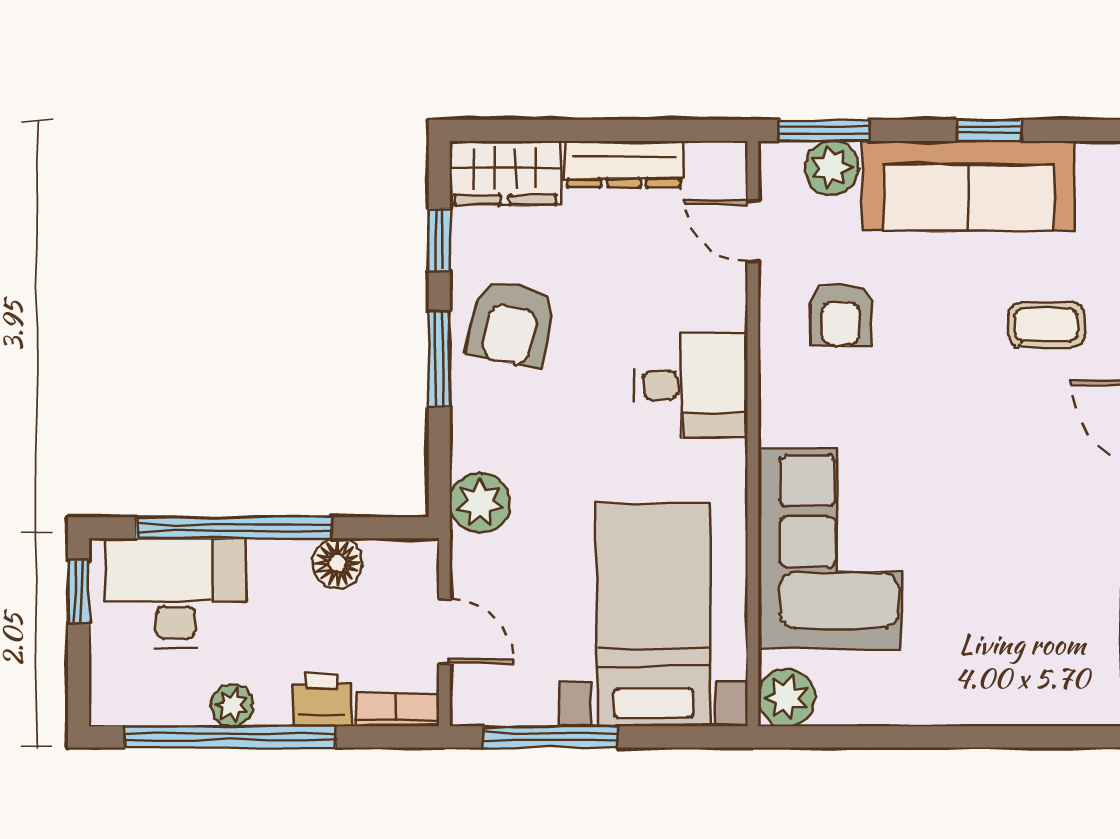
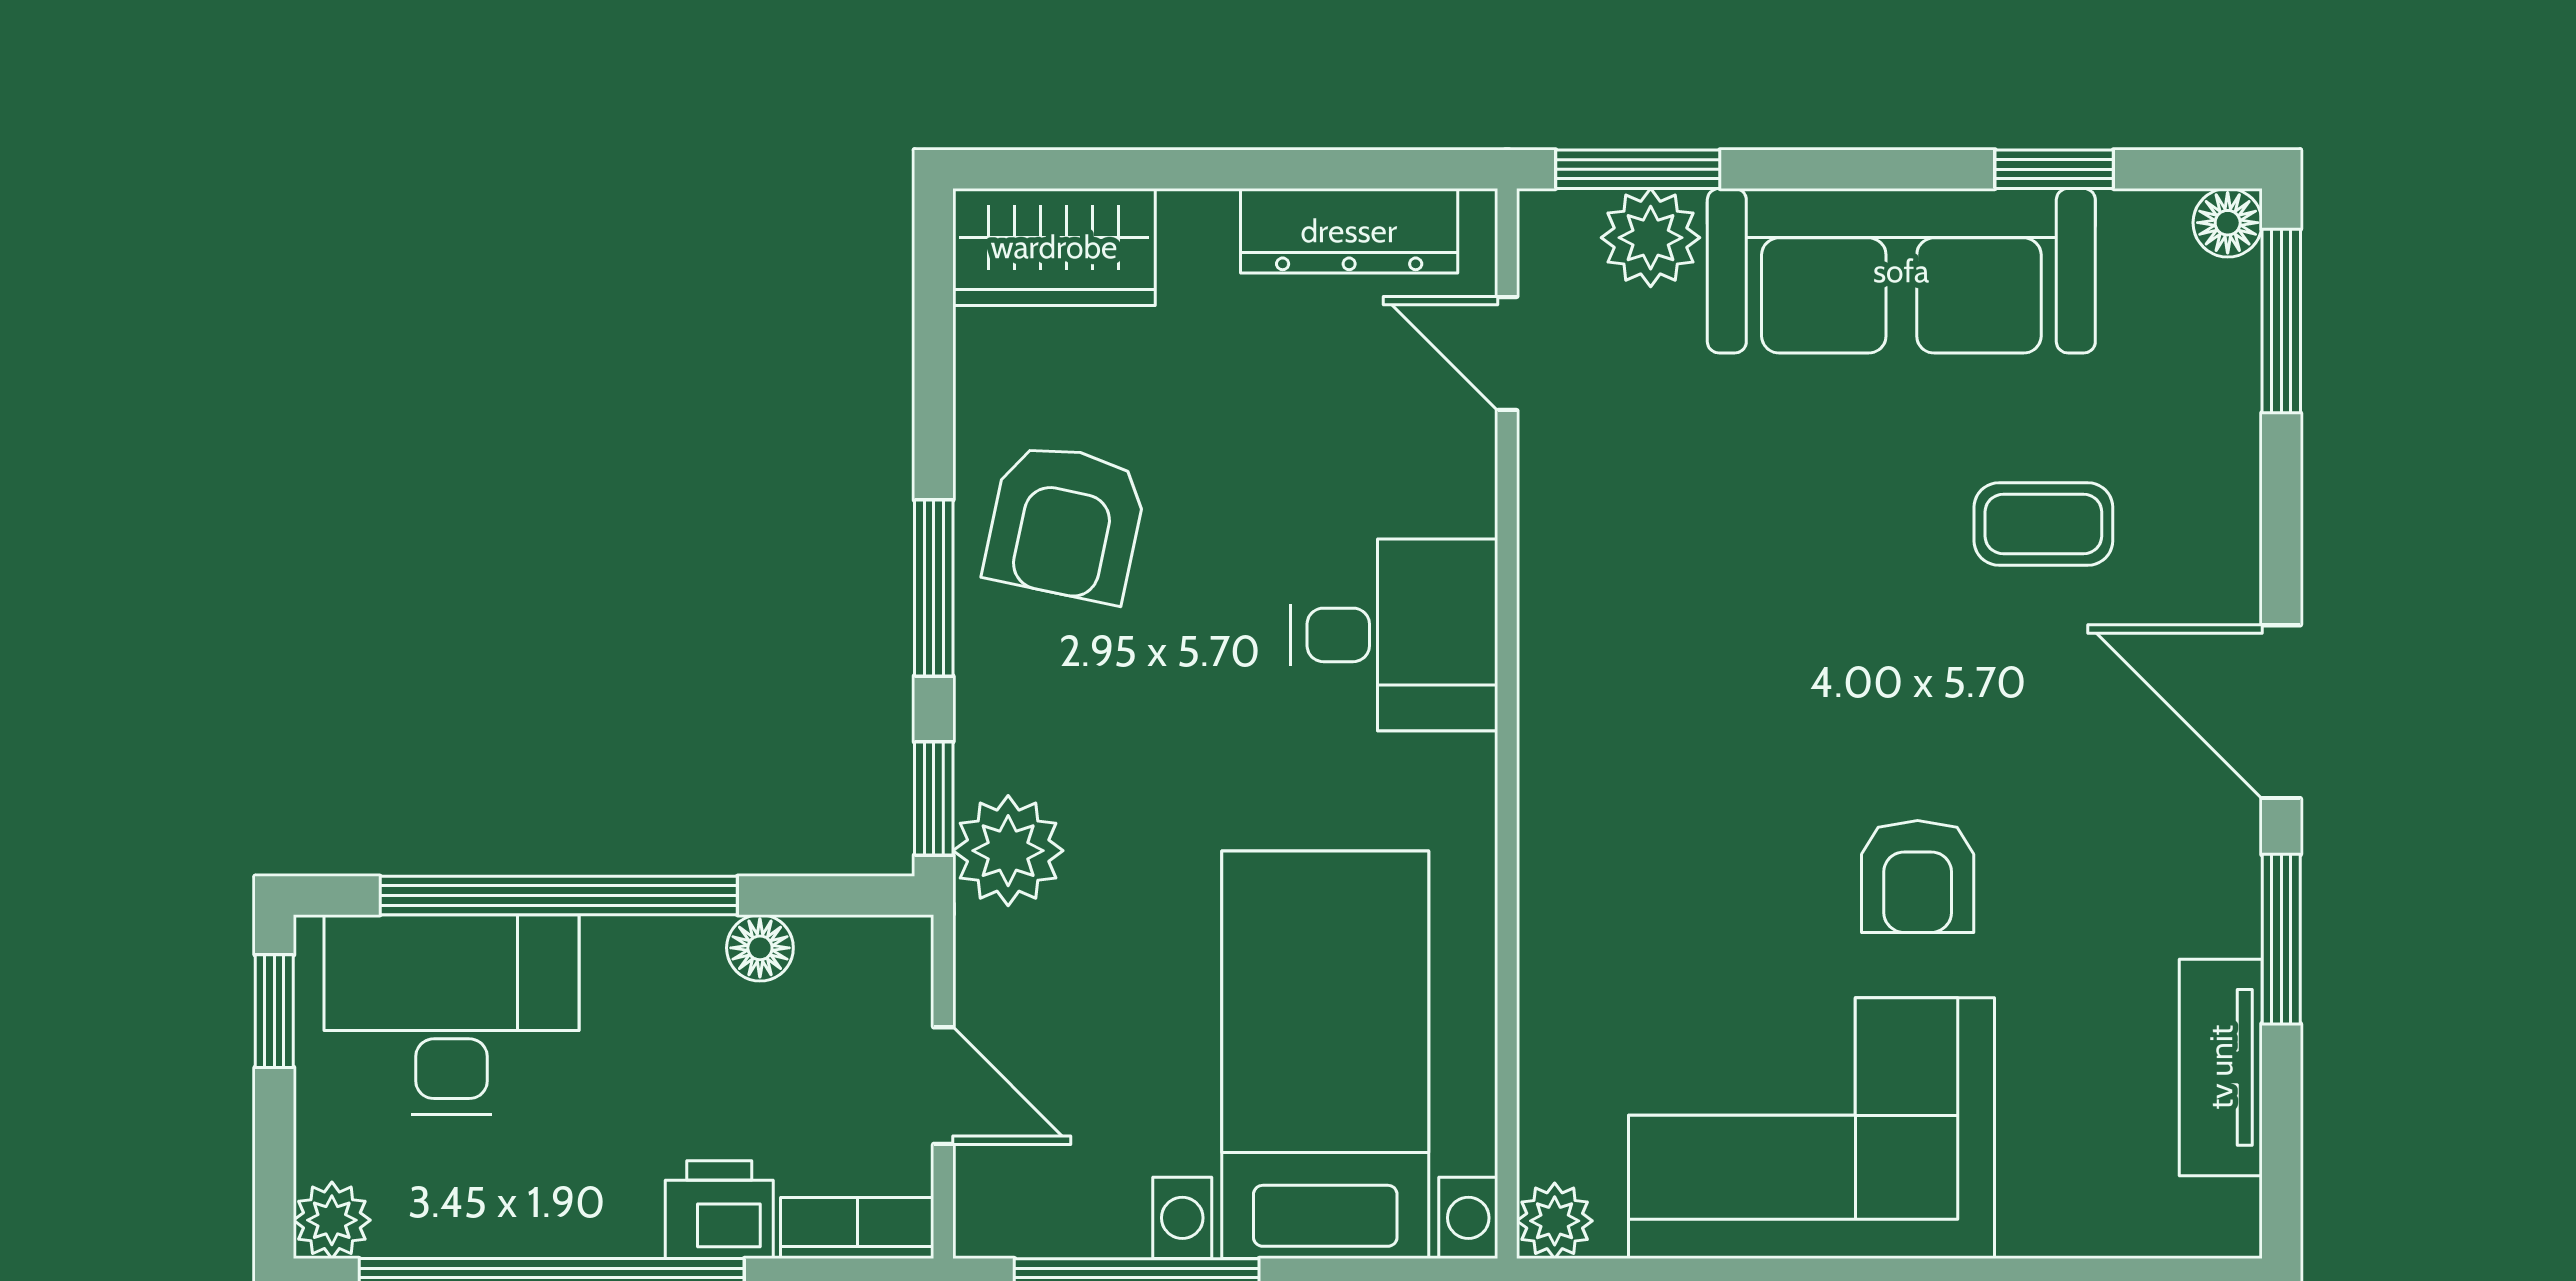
window: (989, 130) -> (2054, 169), moved
dresser: (624, 164) -> (1349, 231), moved
window: (439, 240) -> (934, 798), moved
armchair: (841, 315) -> (1918, 876), moved
corner sofa: (829, 548) -> (1811, 1128), moved, turned -90
floor lamp: (337, 563) -> (760, 948), width x0.73, depth x0.73
plant: (787, 698) -> (1555, 1221), width x0.73, depth x0.73
plant: (232, 705) -> (332, 1220), moved

